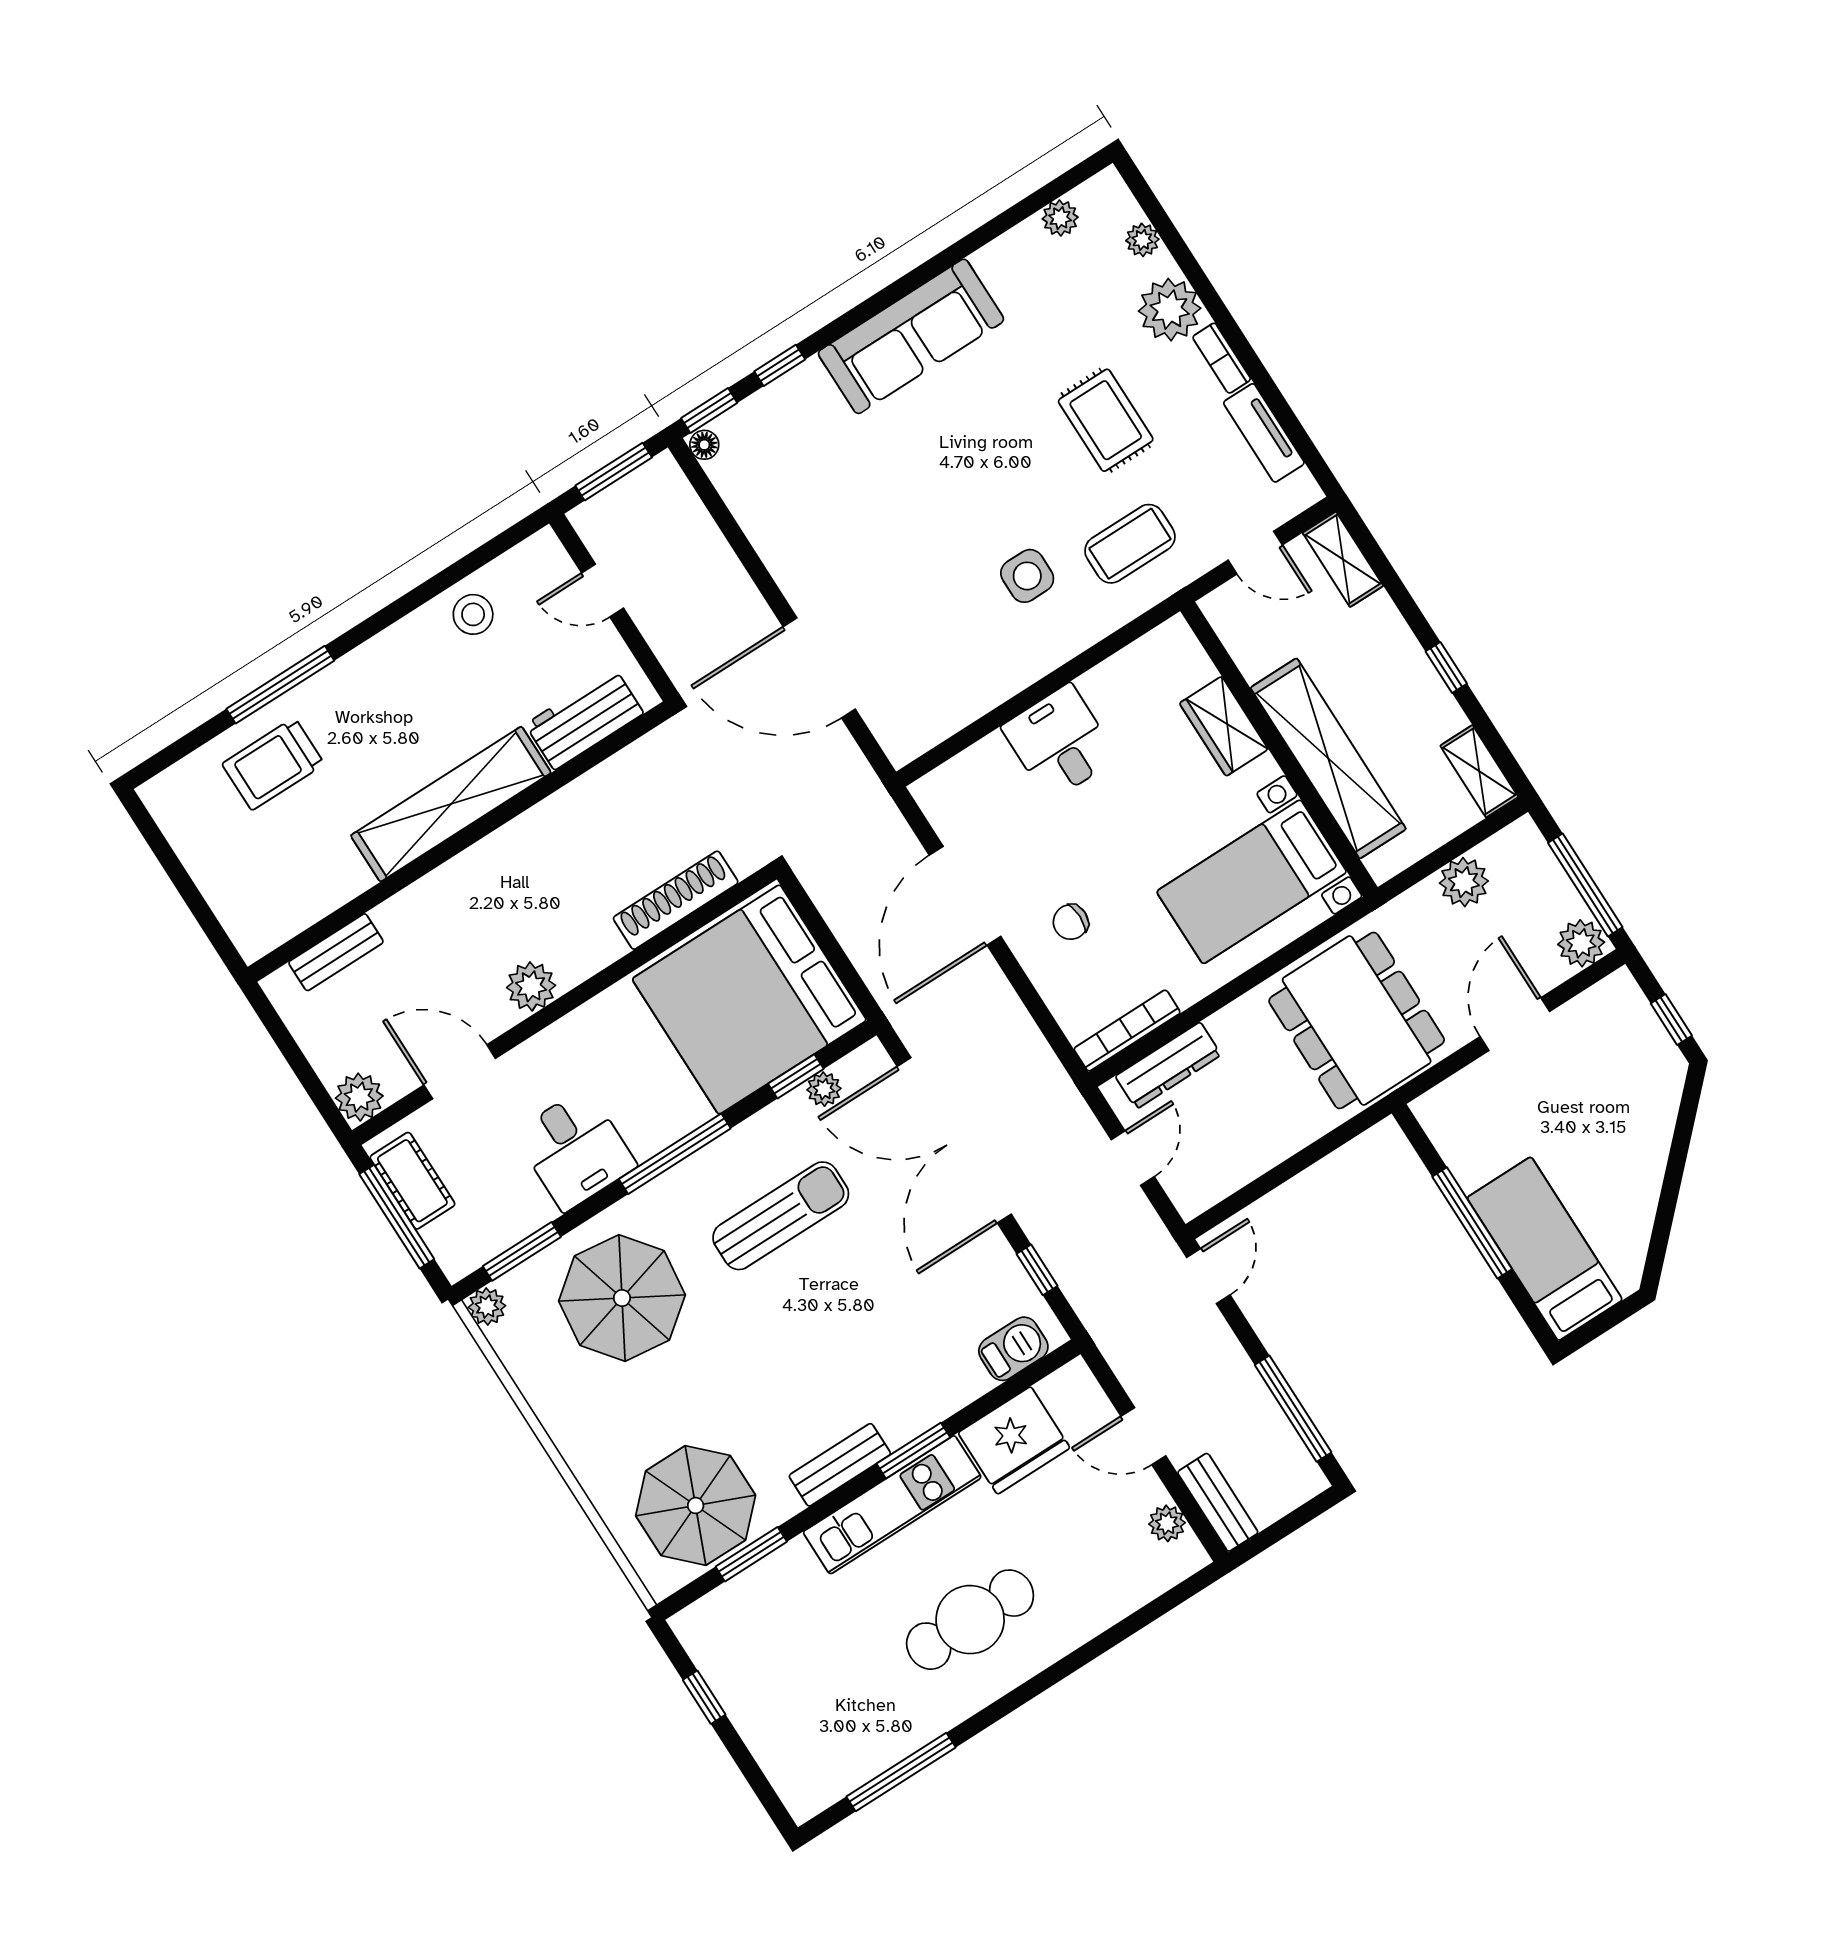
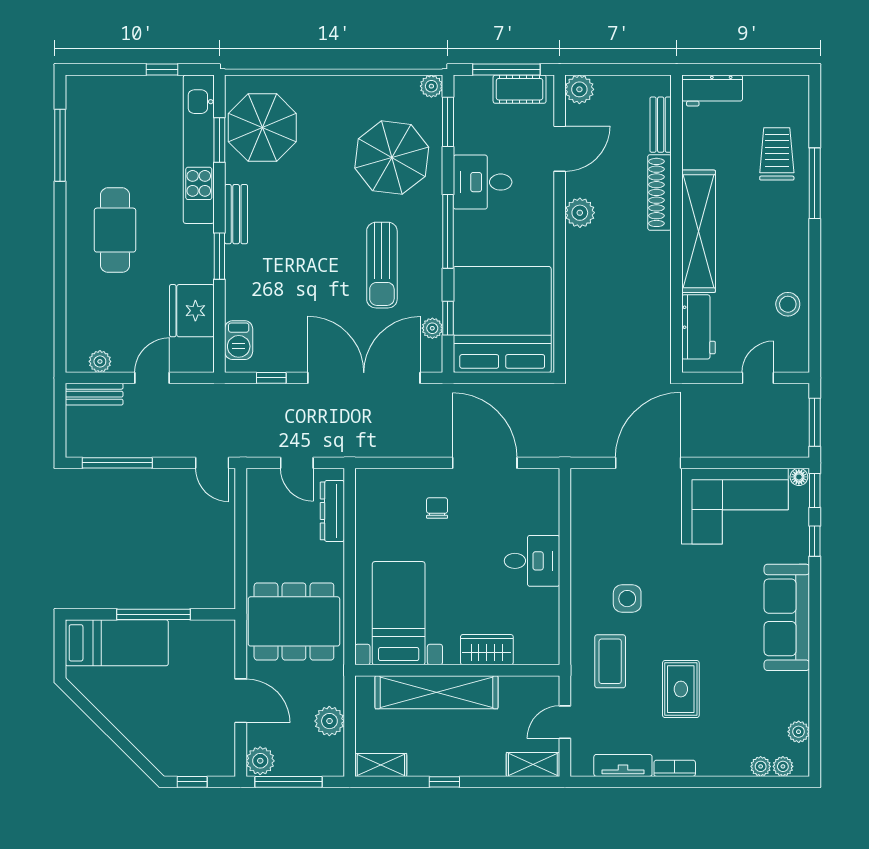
plant: (1170, 310) -> (783, 766), moved, width x0.53, depth x0.53
rug: (1106, 420) -> (681, 689), turned 90
corner sofa: (802, 508) -> (735, 506), added
shoe rack: (676, 900) -> (660, 192), moved, turned 180
workbench: (242, 911) -> (712, 91), added
bookcase: (1127, 1031) -> (363, 501), removed
kitchen unit: (892, 1505) -> (199, 149), moved, width x1.36

